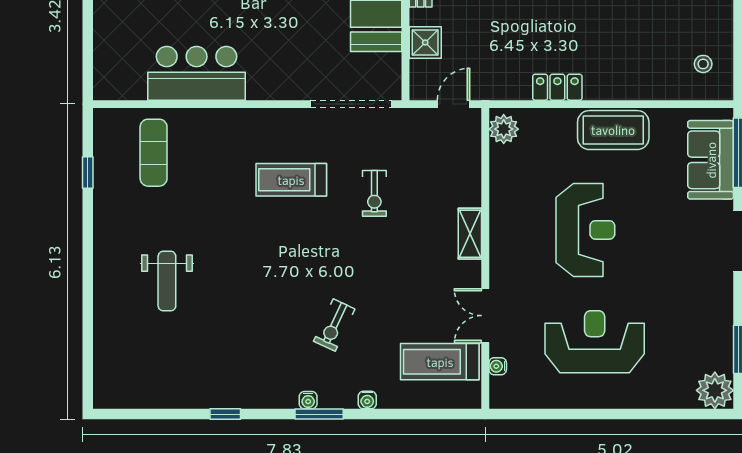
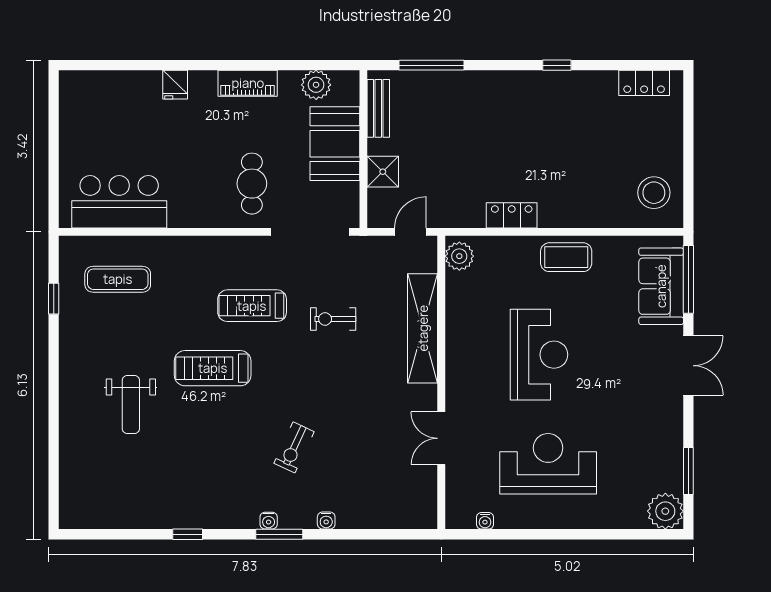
cafe table: (291, 55) -> (252, 184), added
stool: (703, 64) -> (654, 193), width x1.89, depth x1.89
bar counter: (197, 73) -> (119, 202), moved
coffee table: (613, 130) -> (566, 257), width x0.73, depth x0.76
exercise mat: (154, 153) -> (118, 279), turned 90
exercise bike: (374, 193) -> (333, 319), turned 90
shelving: (470, 234) -> (423, 328), width x2.20, depth x1.33
treadmill: (440, 362) -> (213, 368), moved
water cooler: (498, 366) -> (485, 521), moved, turned -90

